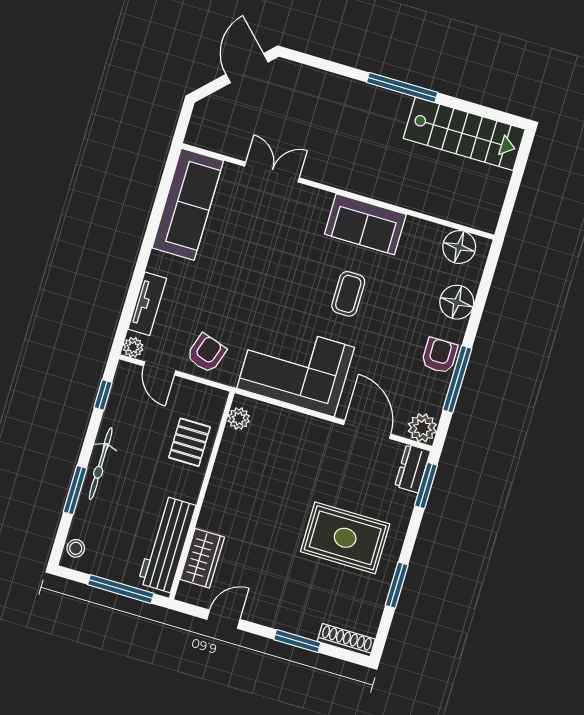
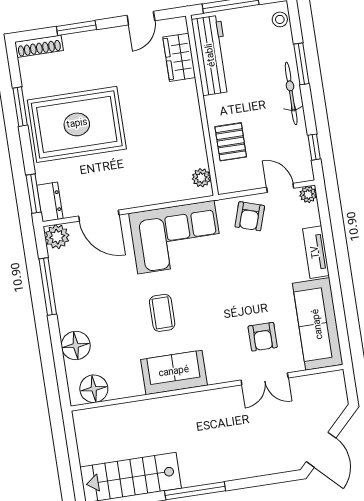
tv unit: (147, 304) -> (316, 252), moved
armchair: (439, 356) -> (263, 337), moved
rug: (345, 538) -> (77, 124), width x1.37, depth x1.44

